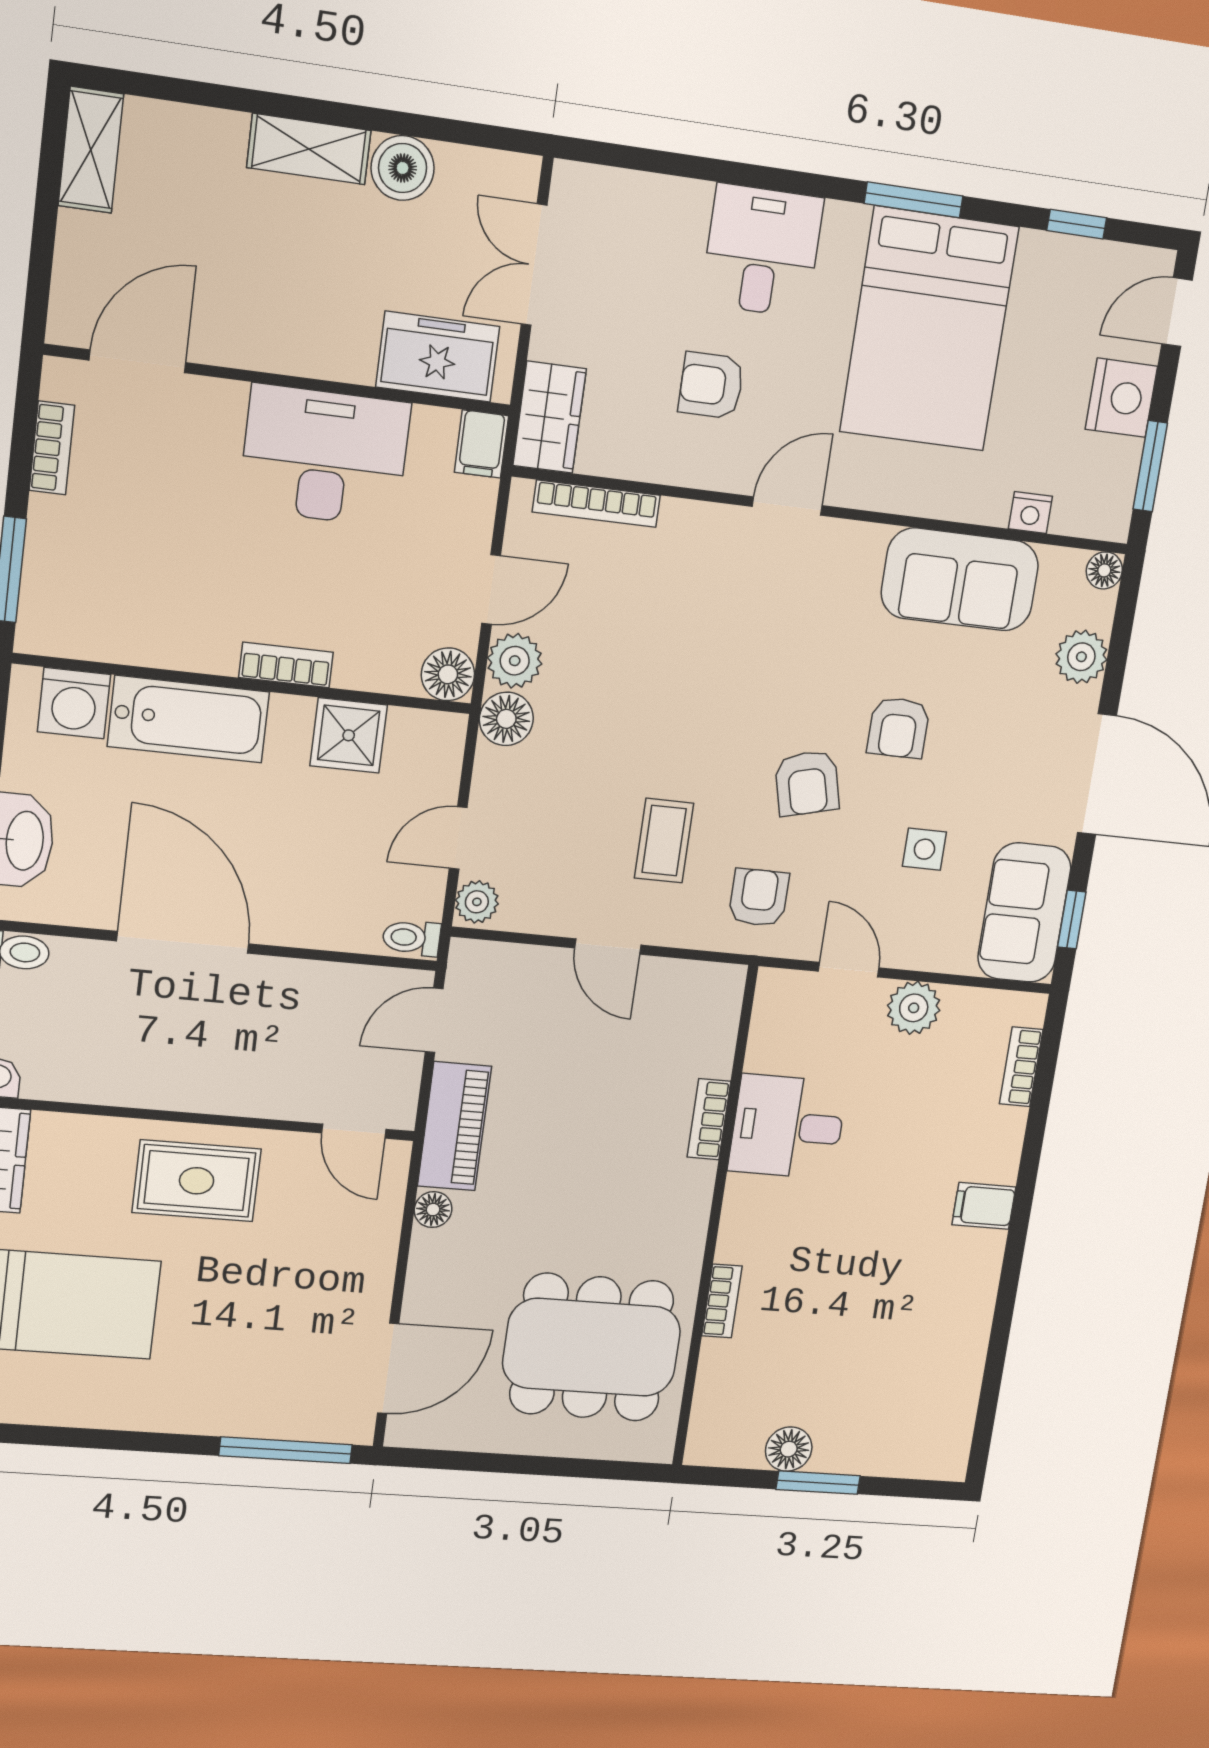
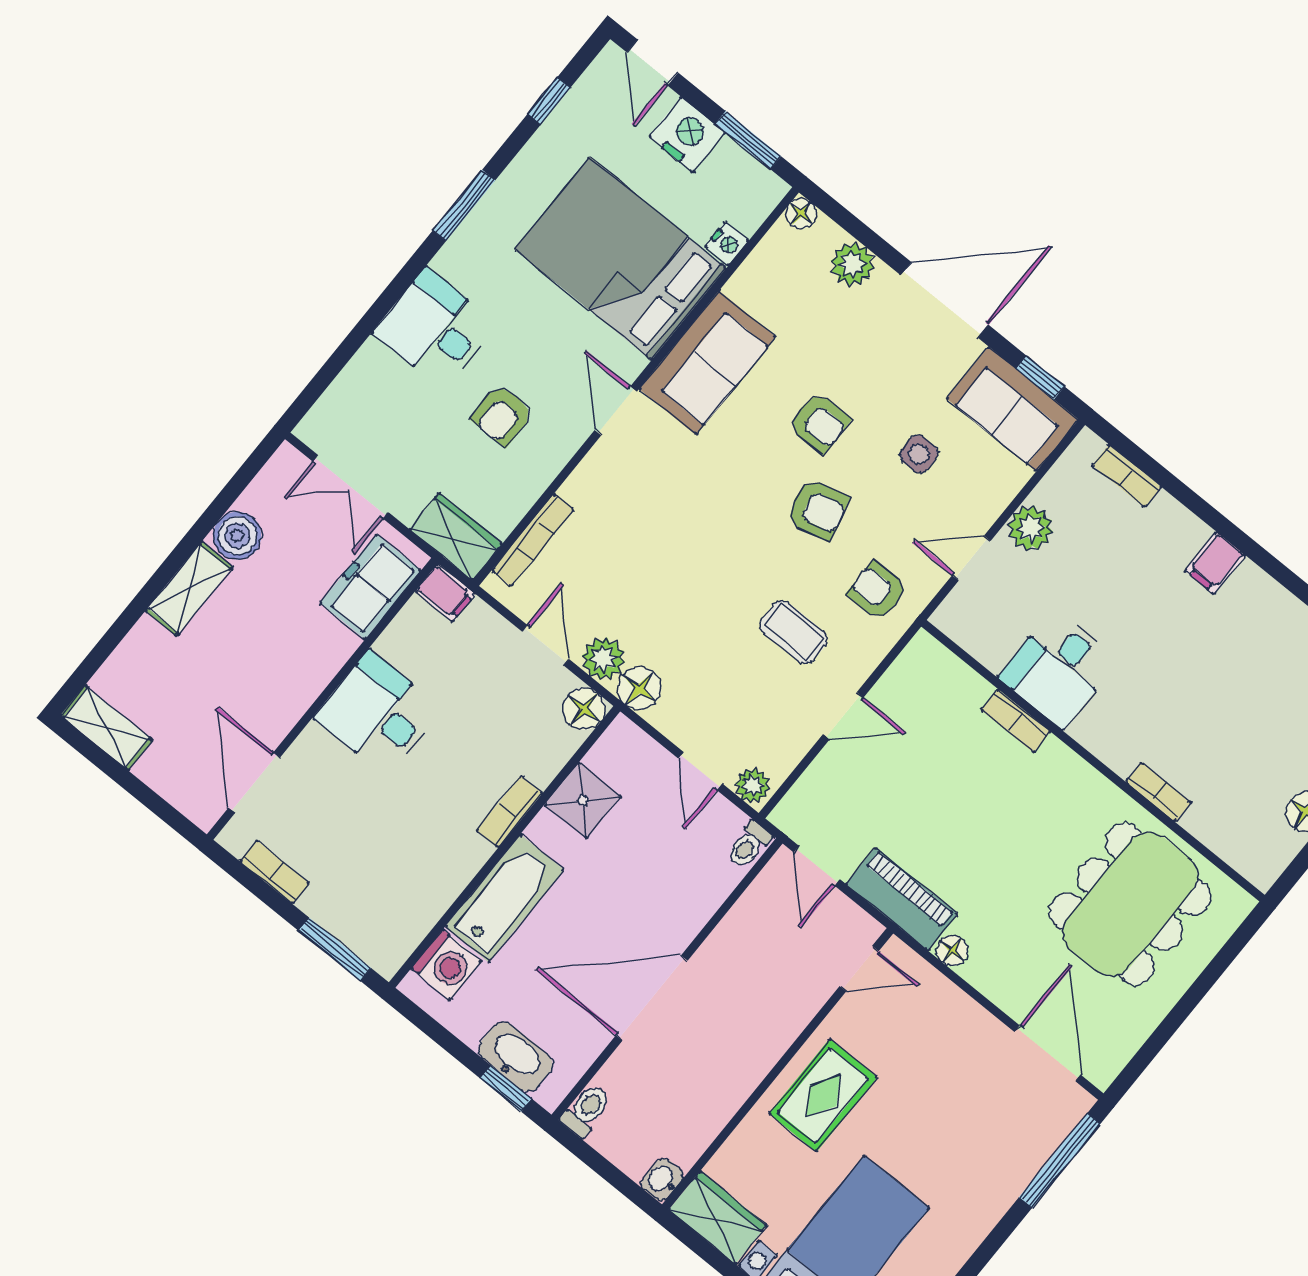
bed: (929, 329) -> (621, 259), moved, turned 180
desk: (325, 456) -> (378, 714), width x0.73
sofa: (960, 579) -> (707, 363), moved

